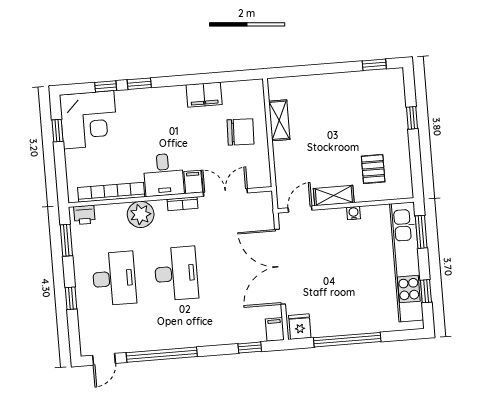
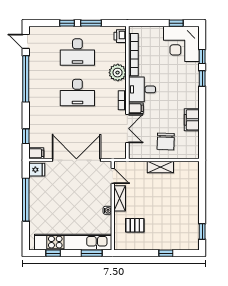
shelving: (279, 120) -> (160, 167), moved
window: (66, 240) -> (91, 23), moved

